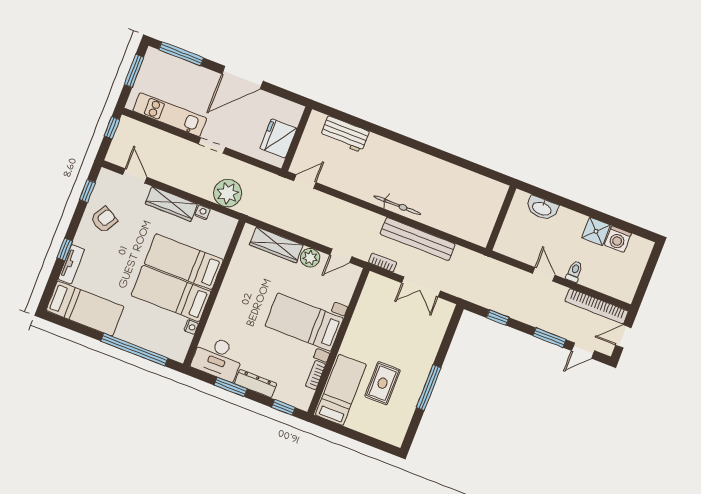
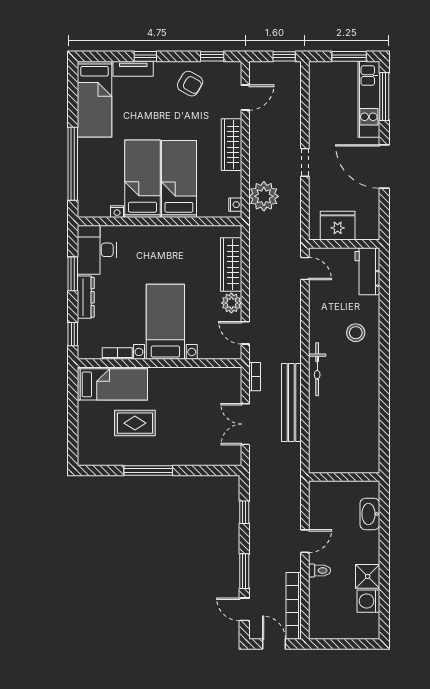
kitchen unit: (170, 115) -> (369, 99), moved, turned 180
workbench: (345, 134) -> (367, 271), moved
stool: (378, 159) -> (356, 333), added
nightstand: (203, 212) -> (235, 205), moved

